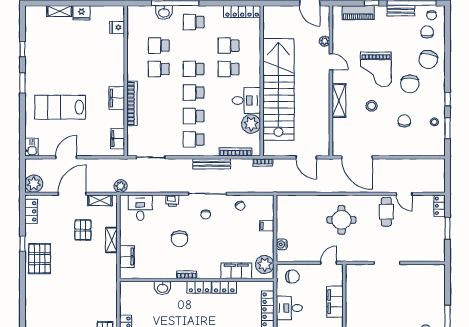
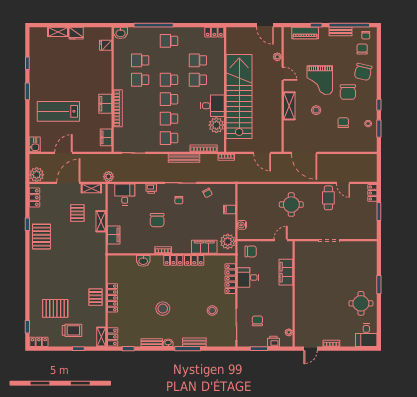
washbasin: (164, 12) -> (121, 33), moved
locker: (242, 12) -> (214, 32), width x0.66

